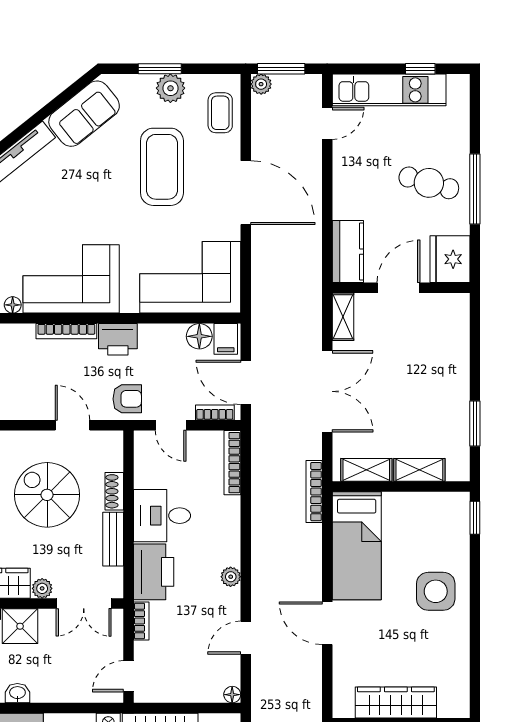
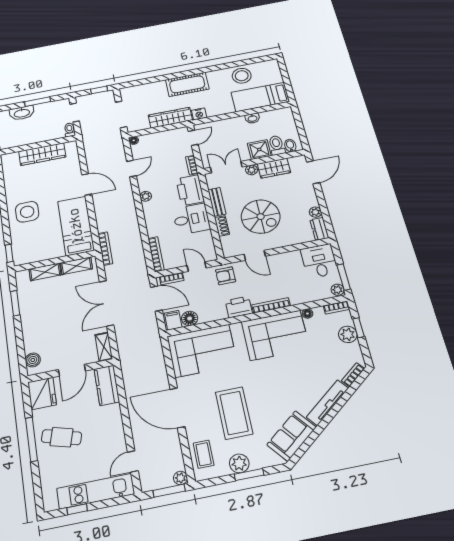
boiler: (458, 318) -> (33, 360), added

